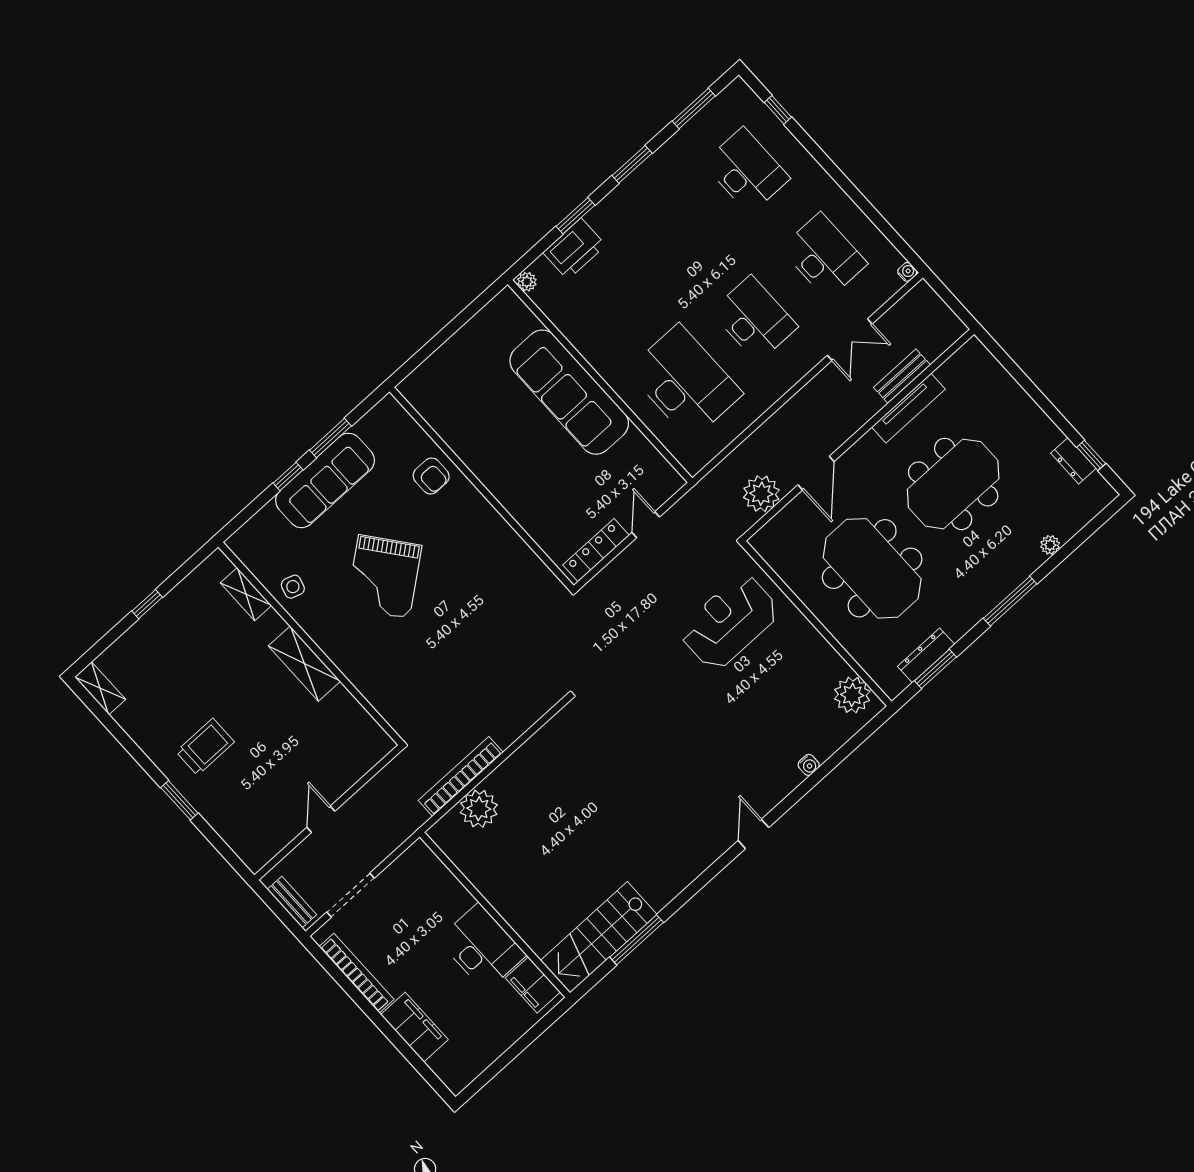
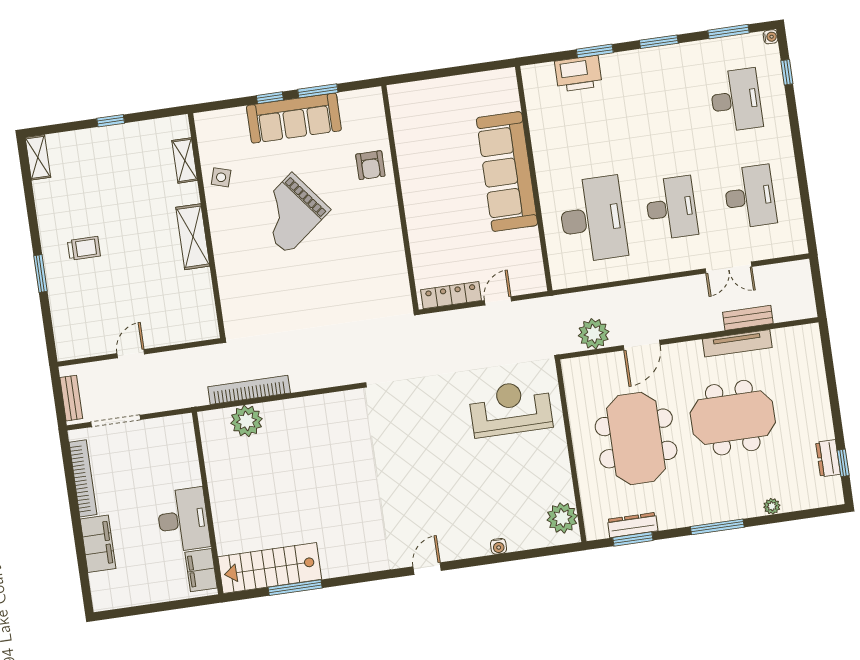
water cooler: (907, 272) -> (771, 37), moved
plant: (527, 282) -> (529, 74), removed
trolley: (205, 747) -> (84, 248), width x0.73, depth x0.72

